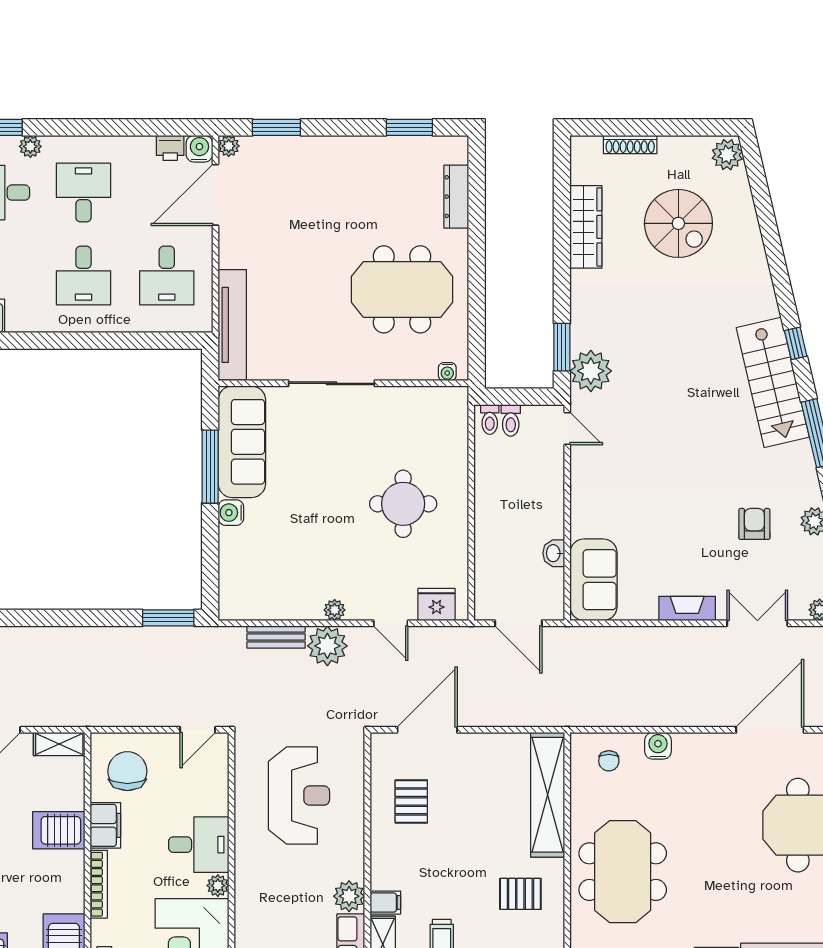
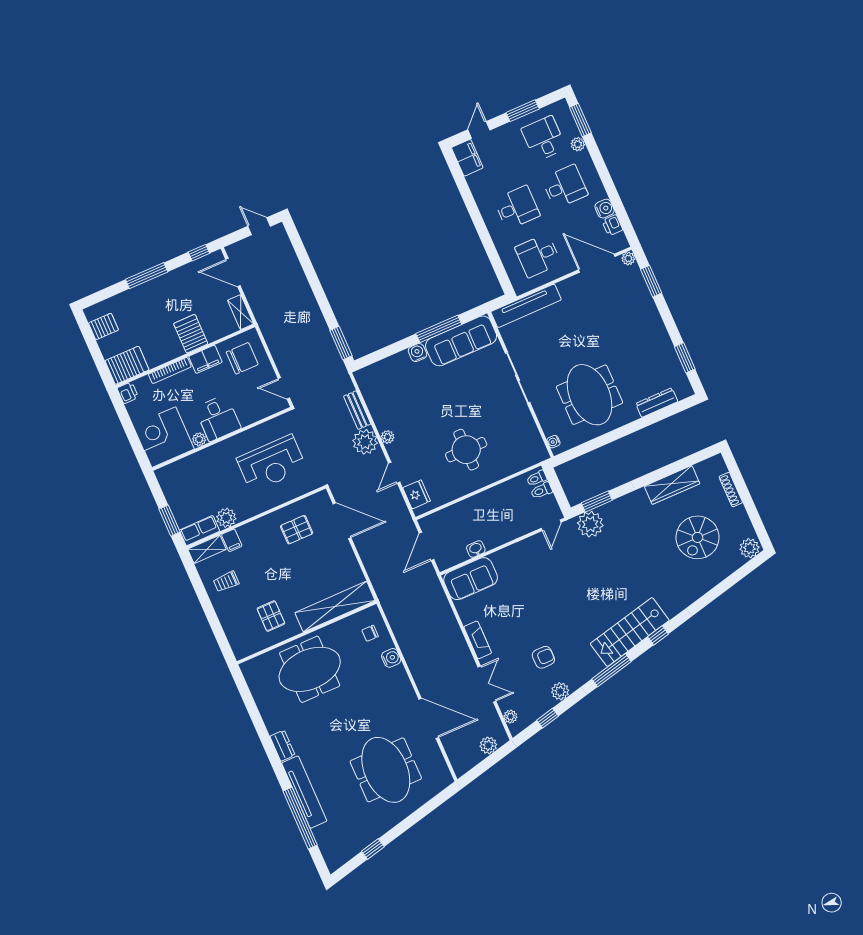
water cooler: (199, 149) -> (605, 209), moved
desk: (83, 275) -> (517, 208), turned 180

